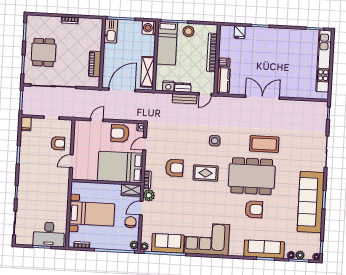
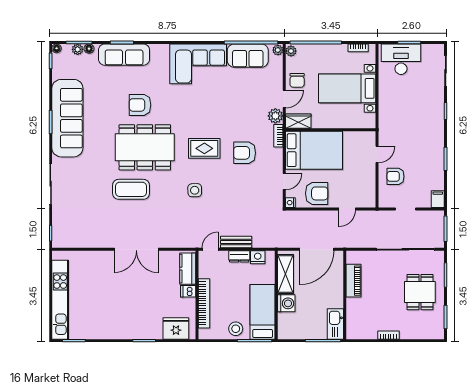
washing machine: (149, 28) -> (286, 303), moved
fridge: (240, 32) -> (176, 328), width x1.88, depth x1.34

